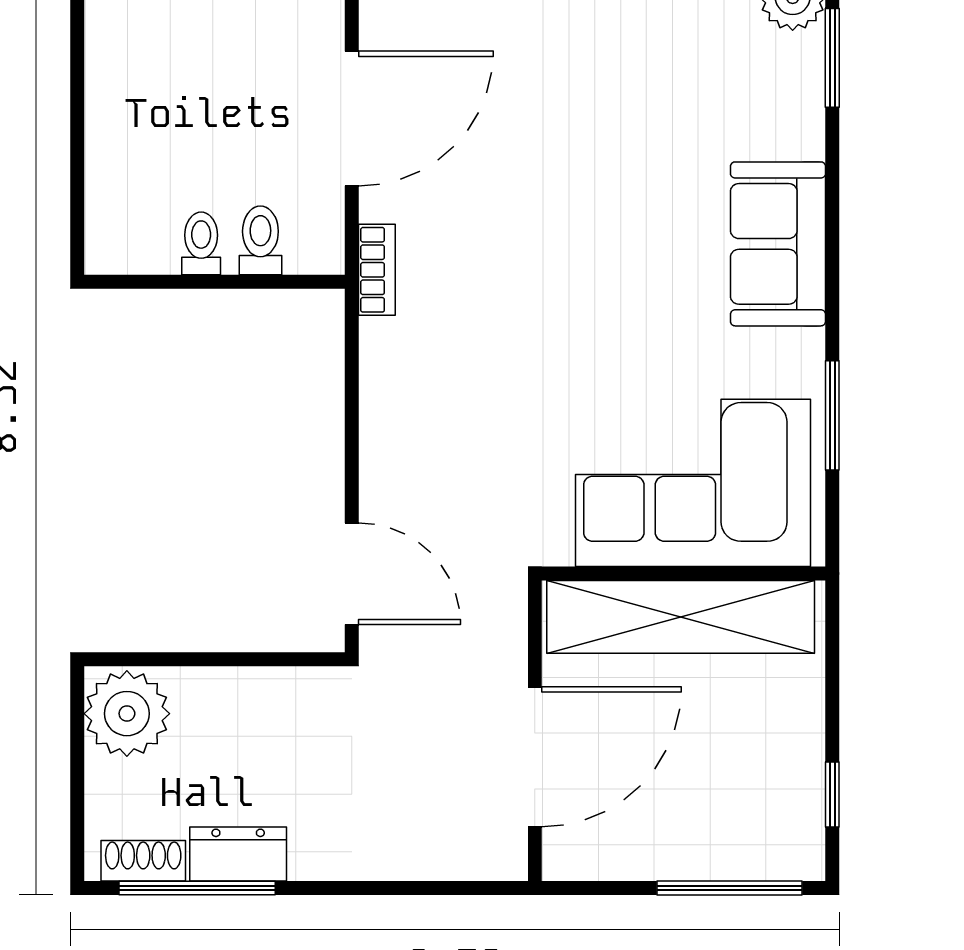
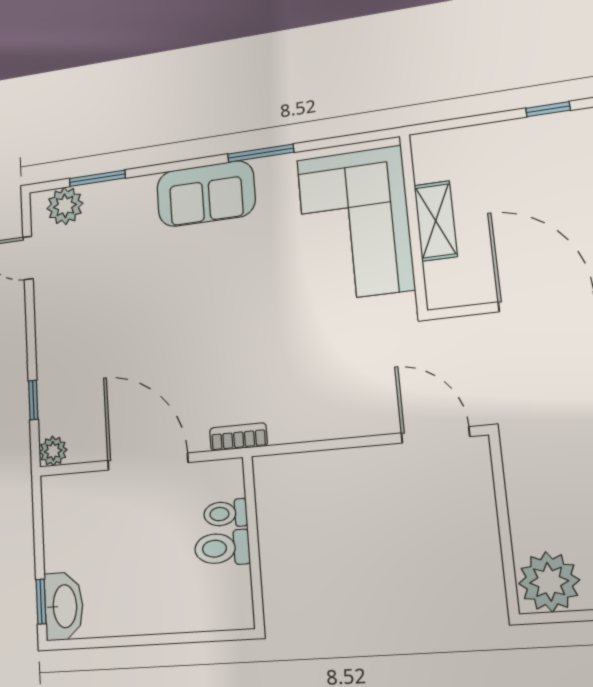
toilet: (201, 243) -> (222, 548), width x1.37, depth x1.39
window: (832, 415) -> (261, 153), moved
door: (352, 574) -> (435, 435), hinge flipped
shelving: (681, 617) -> (436, 221), width x0.45, depth x0.75

